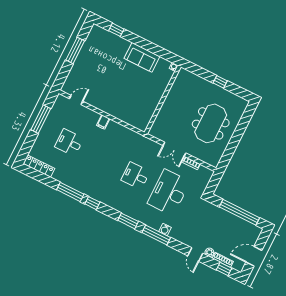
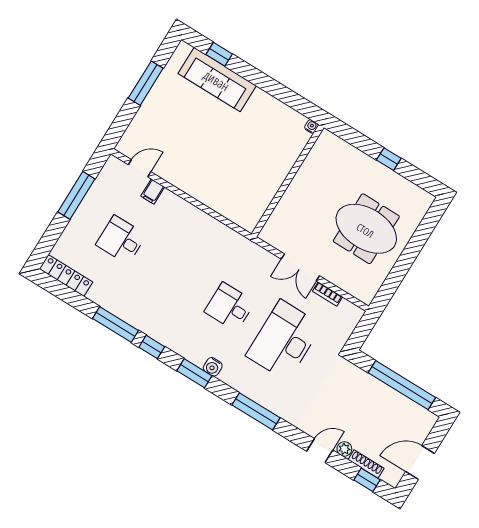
sofa: (142, 57) -> (217, 80), moved, width x1.36
filing cabinet: (103, 122) -> (153, 191), moved
meeting table: (211, 123) -> (366, 229), turned 90
window: (128, 221) -> (194, 373), moved
water cooler: (165, 230) -> (213, 367), moved
door: (195, 255) -> (320, 451), swing flipped

